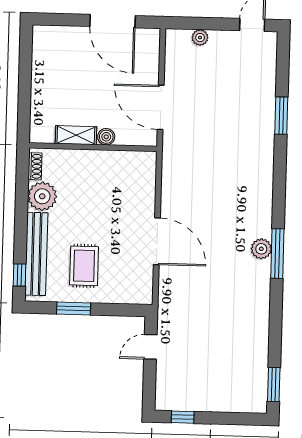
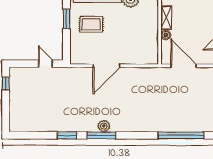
door: (161, 107) -> (184, 66), hinge flipped
window: (281, 116) -> (181, 135), width x2.11
window: (274, 384) -> (67, 135), moved

